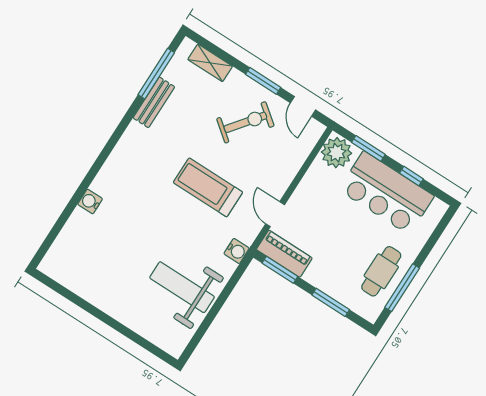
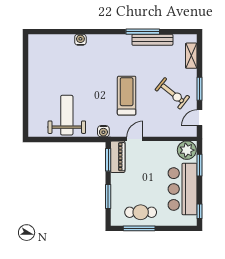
window: (156, 74) -> (143, 32), moved
bench: (154, 102) -> (152, 40), width x1.36
window: (411, 176) -> (200, 211), moved

